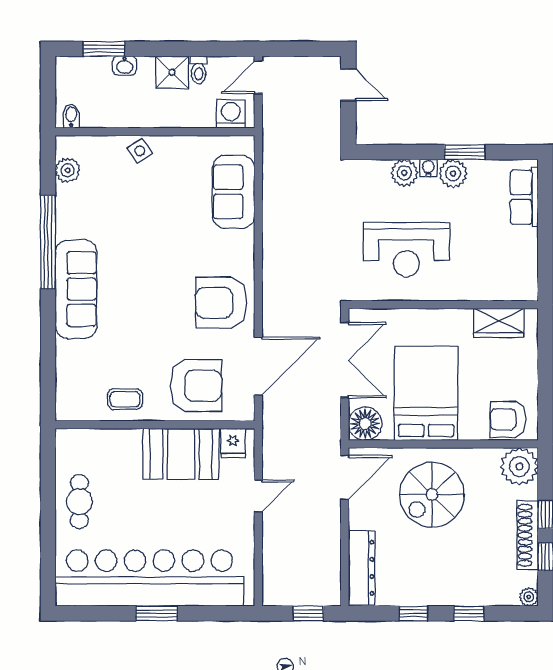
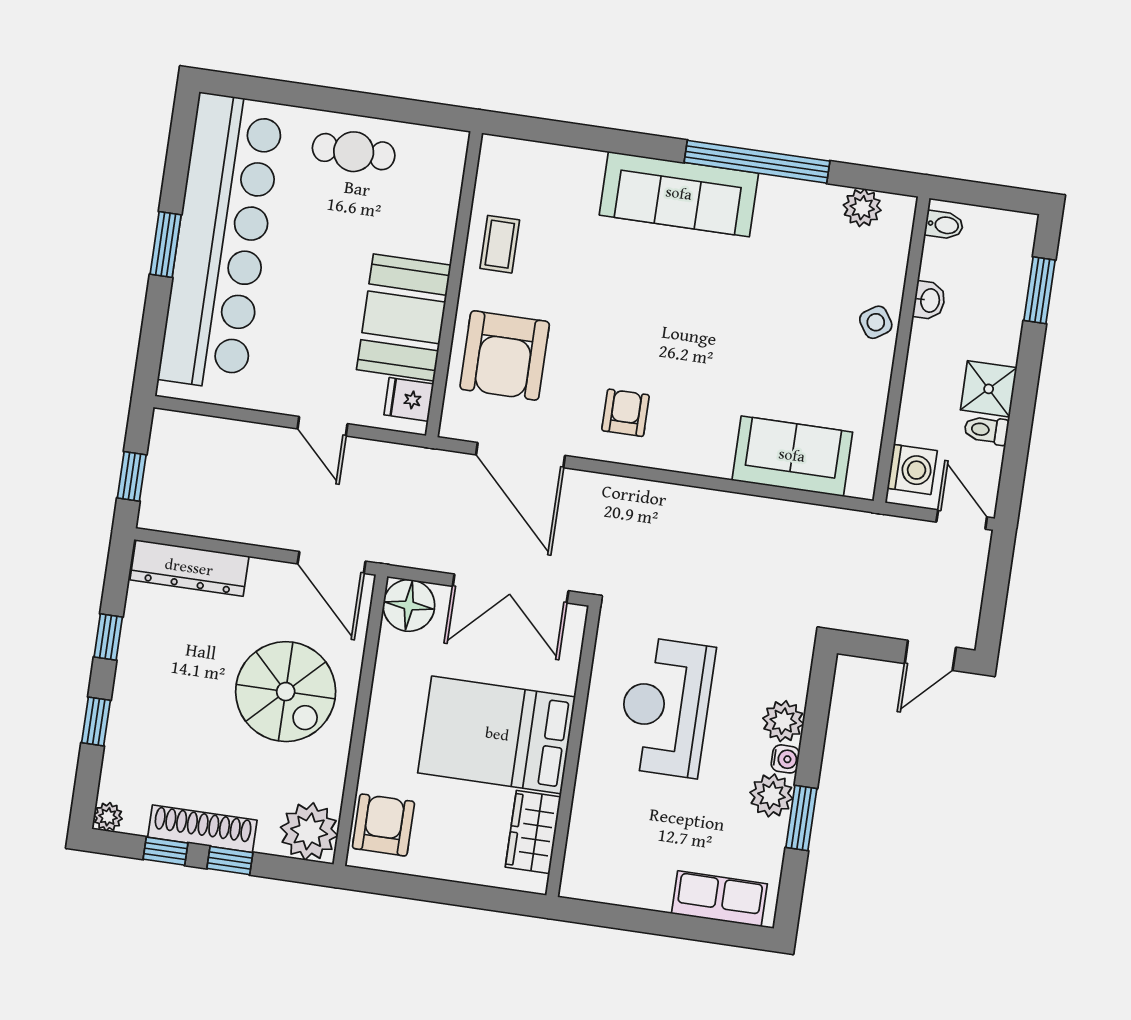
washbasin: (125, 66) -> (929, 300), moved, turned 180
armchair: (221, 303) -> (626, 413), width x0.53, depth x0.53
bed: (426, 393) -> (497, 735), moved, turned 180
spiral stairs: (432, 495) -> (286, 692), turned 180

